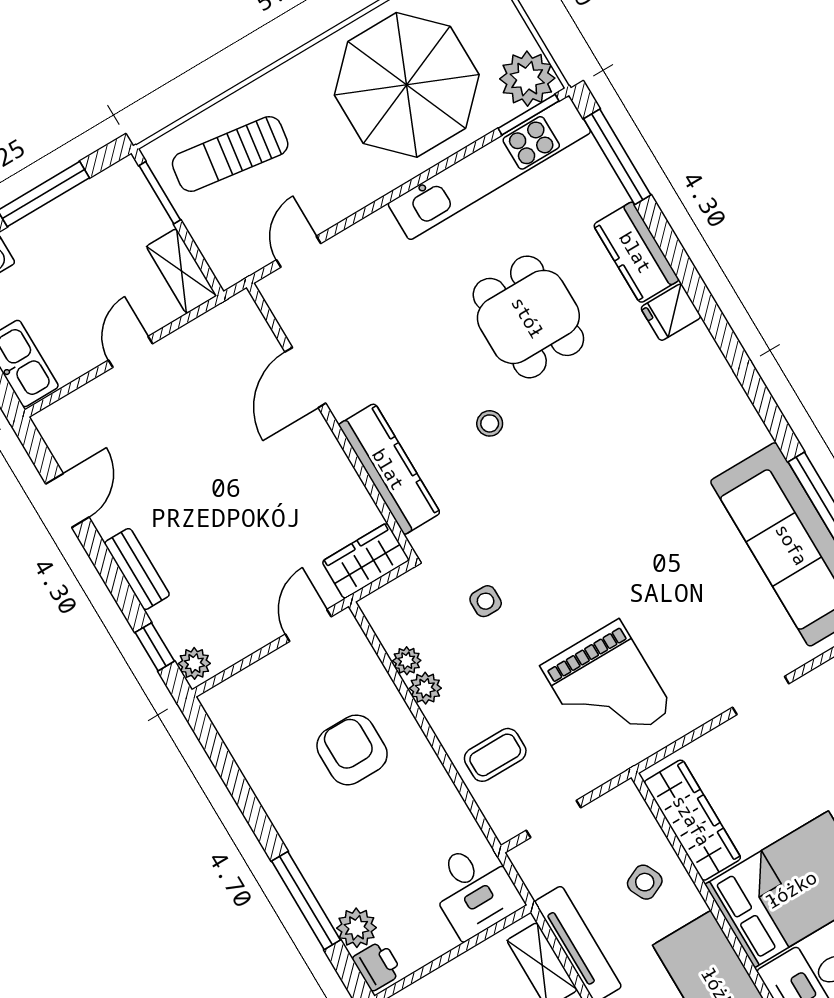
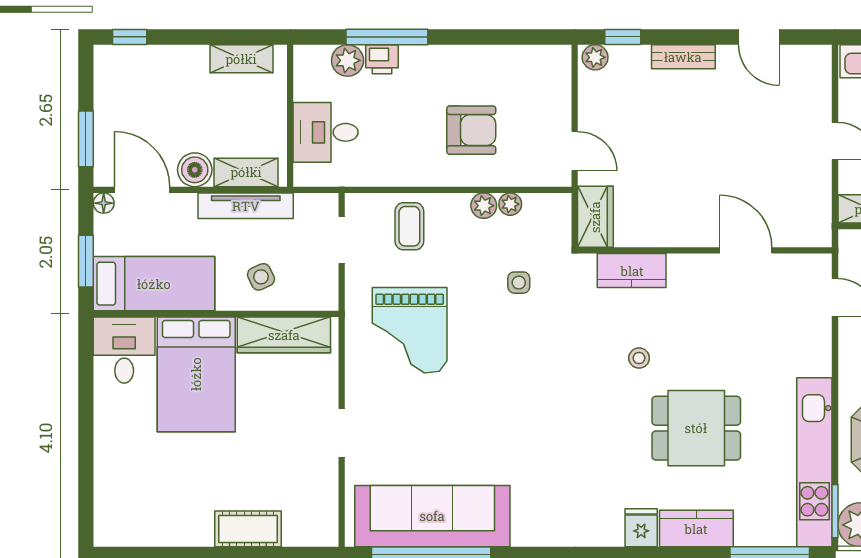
kitchen counter: (389, 469) -> (632, 271), width x0.67
grand piano: (607, 688) -> (410, 330), turned -90
desk: (474, 890) -> (326, 132), moved
printer: (377, 966) -> (382, 59), moved

